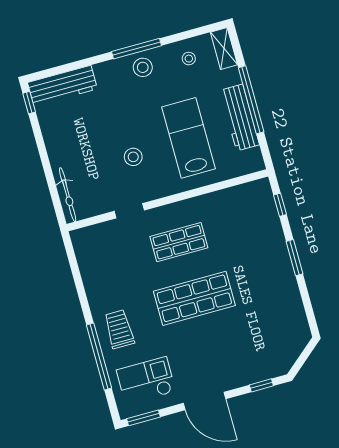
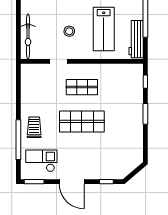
workbench: (240, 117) -> (136, 39), moved
lab bench: (188, 138) -> (104, 29), turned 180
bicycle: (68, 195) -> (28, 36), width x1.37, depth x1.40

